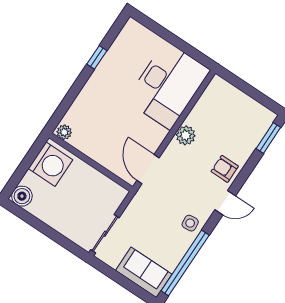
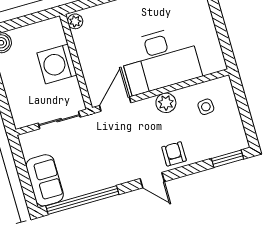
desk: (168, 85) -> (160, 60), moved
washing machine: (51, 164) -> (57, 64), moved, turned 90
side table: (190, 223) -> (206, 107), moved
sliding door: (105, 234) -> (59, 120), moved

